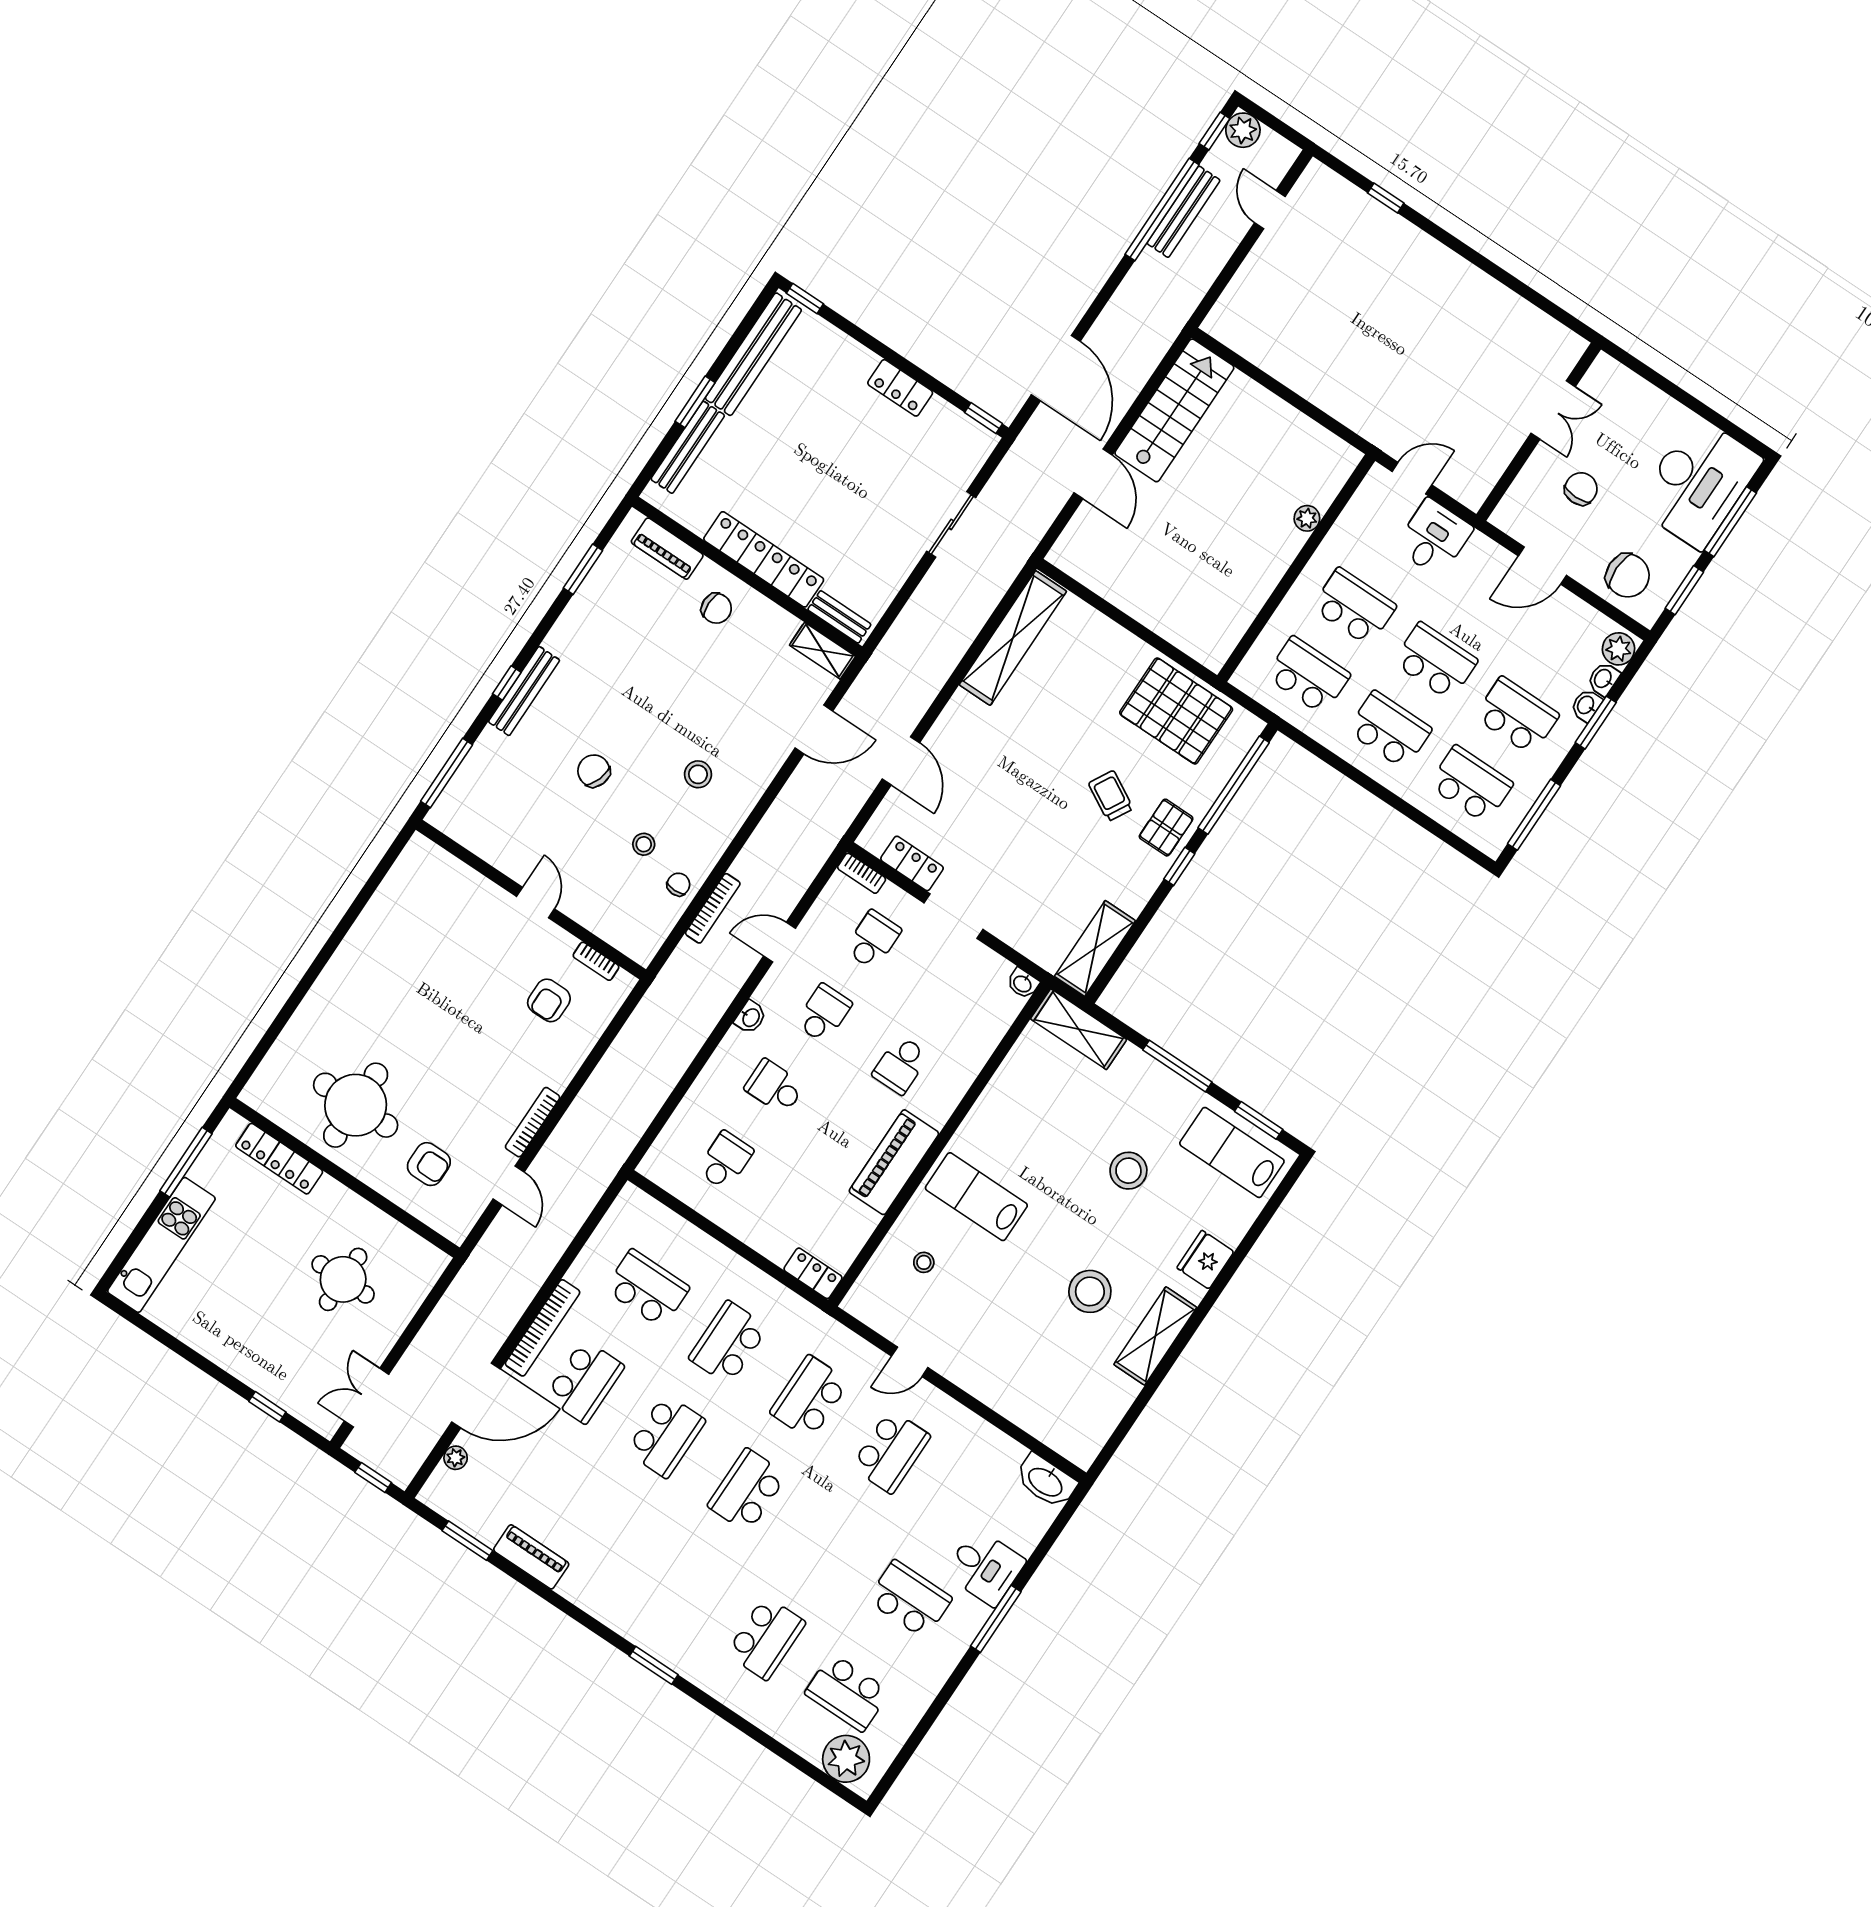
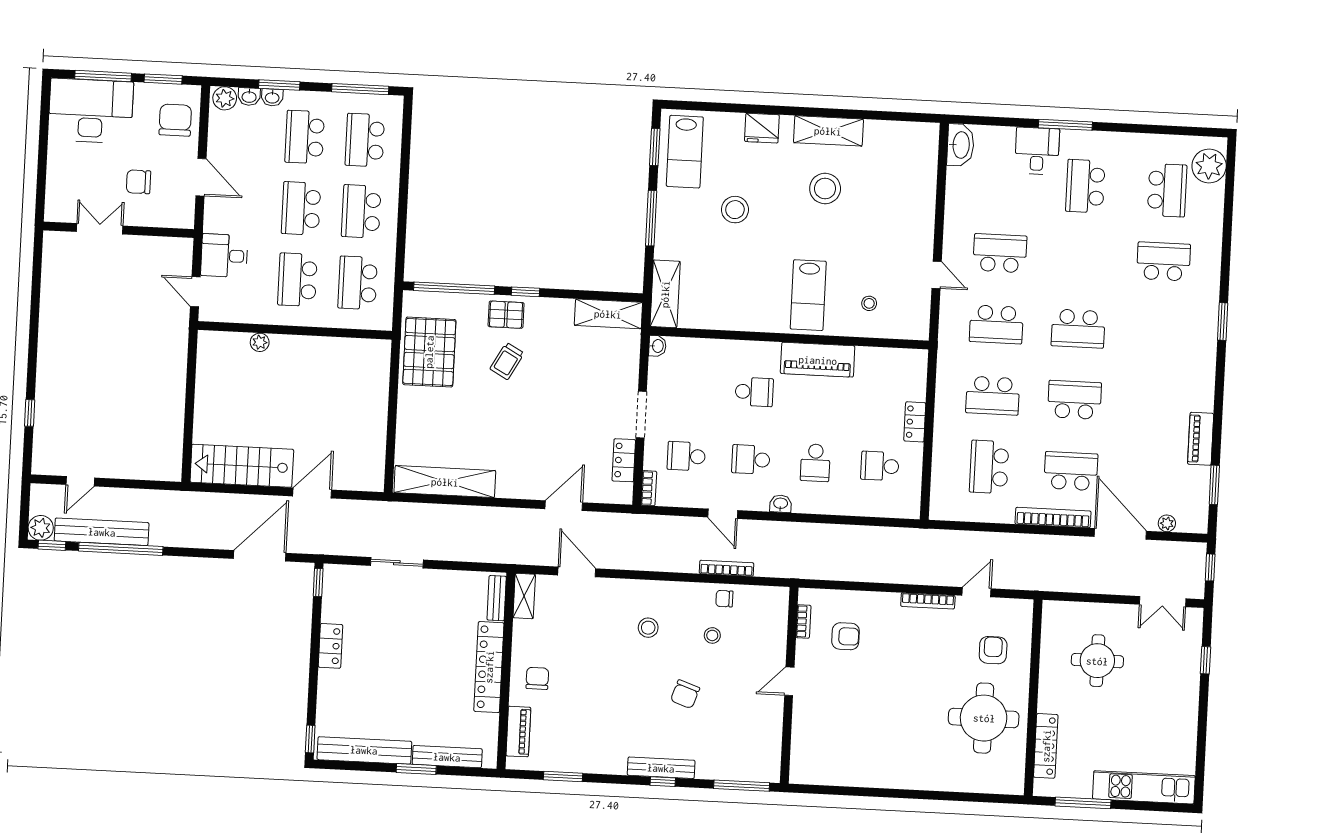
bench: (1184, 212) -> (102, 532), width x1.37, depth x1.21
locker: (813, 1273) -> (915, 422), moved

